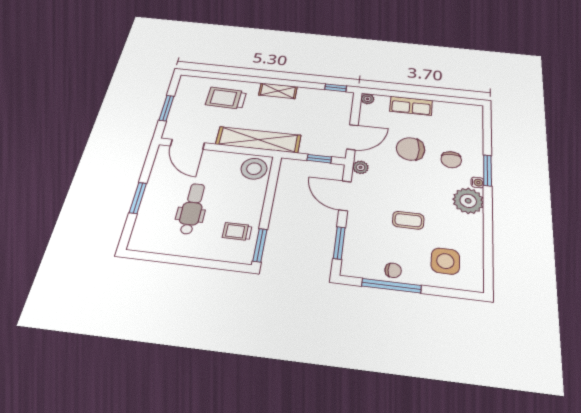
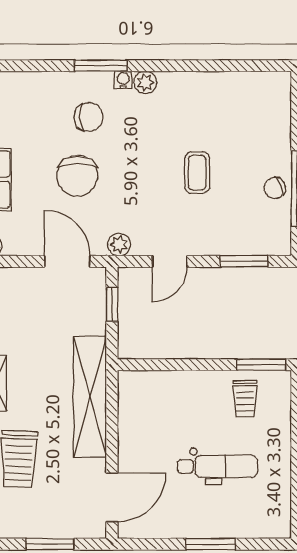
stool: (254, 169) -> (141, 394), removed
door: (345, 196) -> (170, 261), width x0.73
plant: (468, 201) -> (145, 82), width x0.53, depth x0.53
dental chair: (192, 208) -> (218, 466), turned 180
side table: (445, 261) -> (252, 121), removed
chair: (393, 270) -> (275, 188), turned -113

